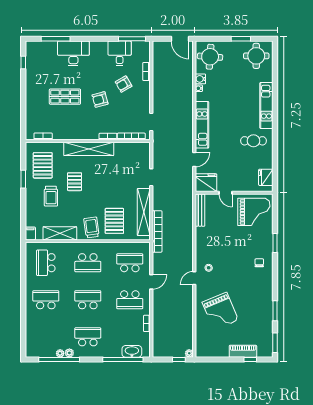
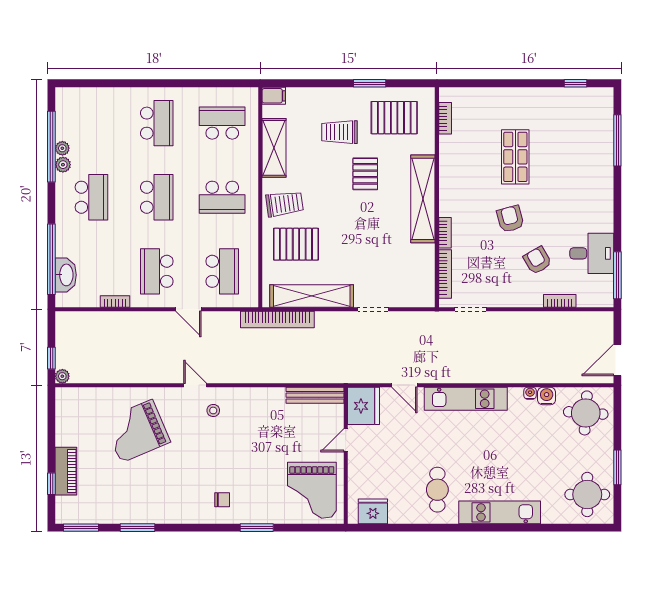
desk: (73, 53) -> (592, 172), removed
pallet: (75, 182) -> (365, 174), turned 90
school desk: (88, 263) -> (222, 197), turned -90

